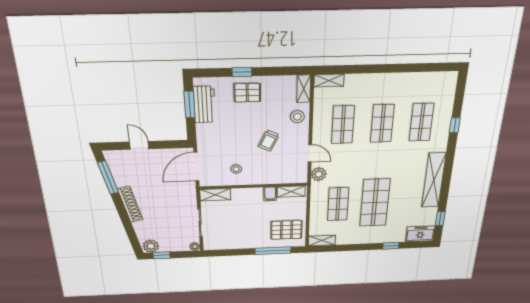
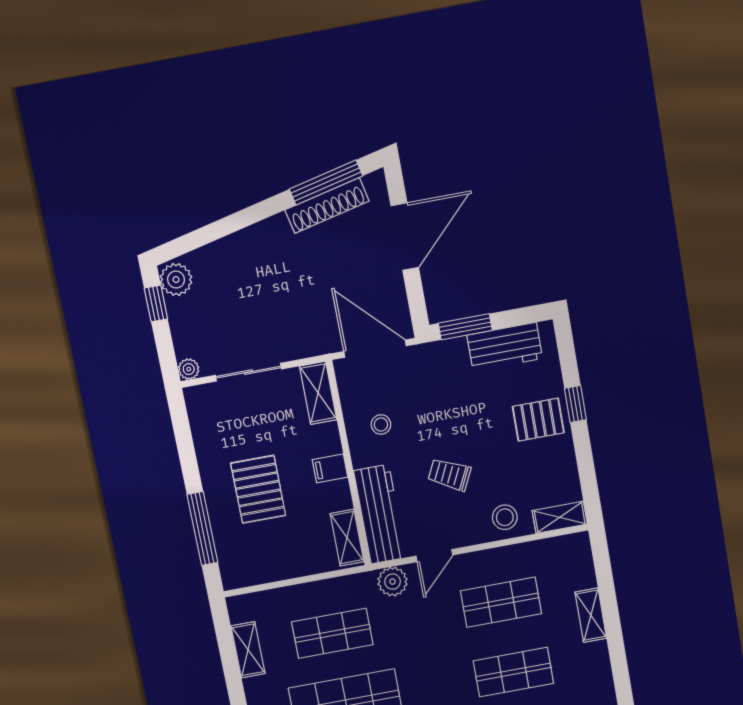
shelving: (329, 81) -> (591, 615), moved
pallet: (247, 93) -> (538, 420), turned 90
window: (189, 104) -> (465, 327), moved
door: (139, 145) -> (405, 237), width x1.88
workbench: (283, 175) -> (380, 514), added
filing cabinet: (270, 194) -> (330, 468), moved
shoe rack: (130, 205) -> (327, 205), moved
pallet: (286, 230) -> (258, 489), moved
shelving: (322, 241) -> (248, 650), moved

